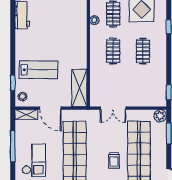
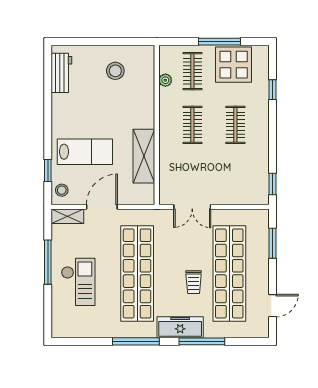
stool: (60, 14) -> (115, 71), added
shelving: (79, 88) -> (144, 156), moved
door: (50, 108) -> (102, 207), swing flipped
plant: (160, 116) -> (260, 218), removed

